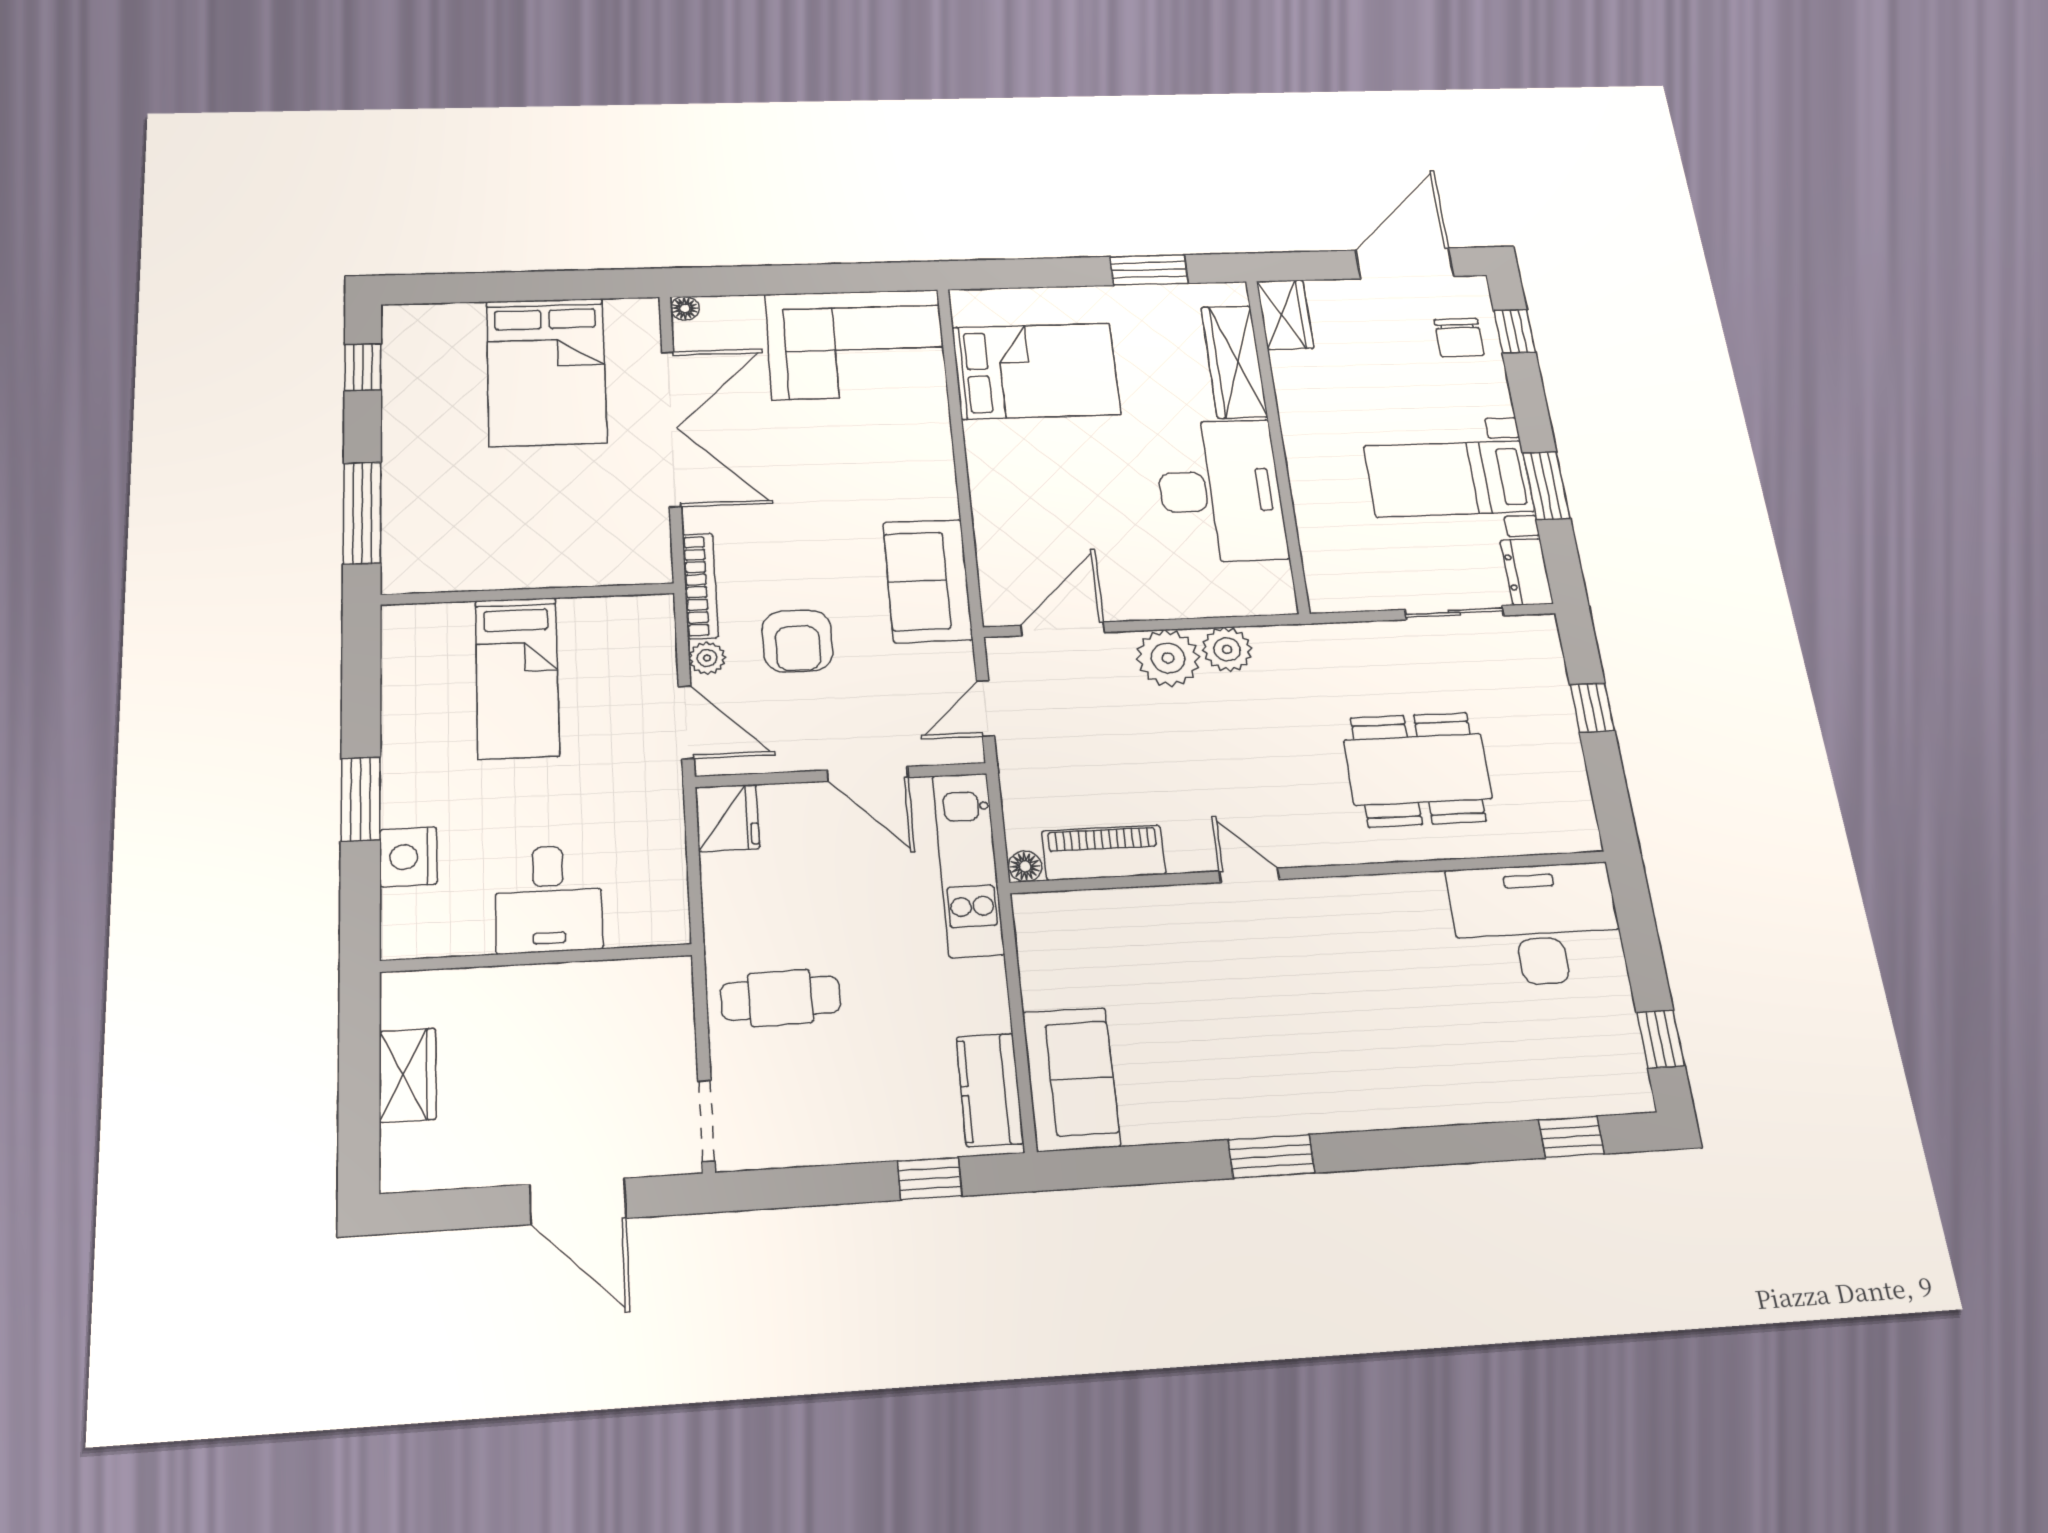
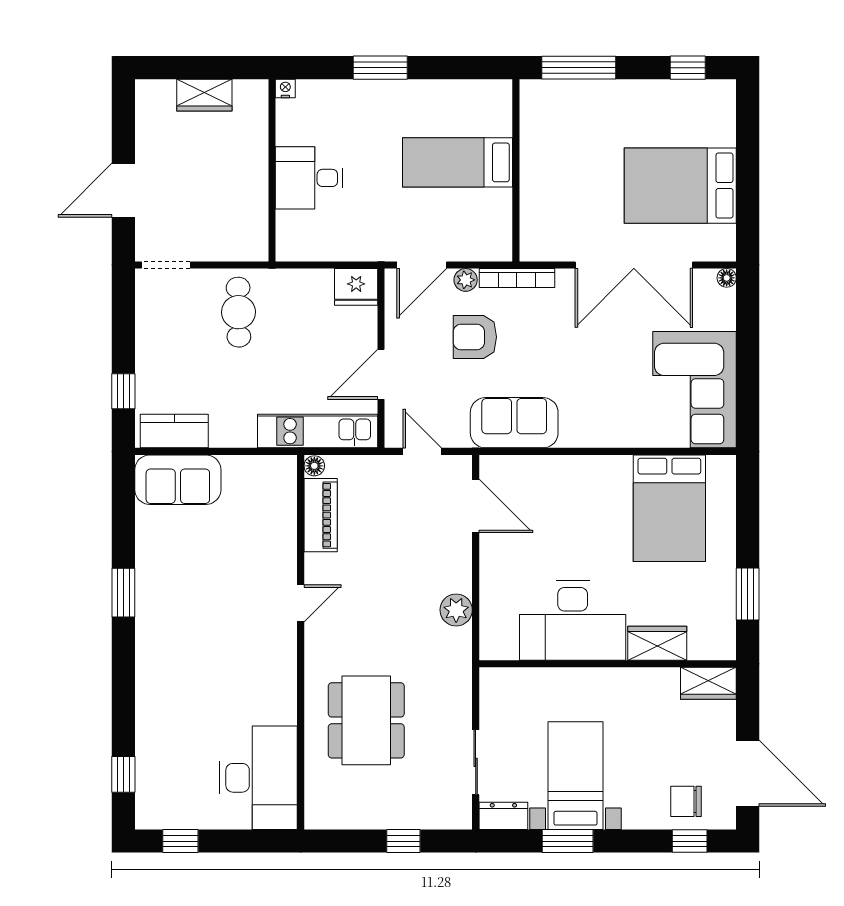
wardrobe: (1234, 362) -> (657, 643), width x0.67
plant: (1168, 658) -> (452, 571), removed
nightstand: (408, 857) -> (285, 88), moved, width x0.53, depth x0.56

